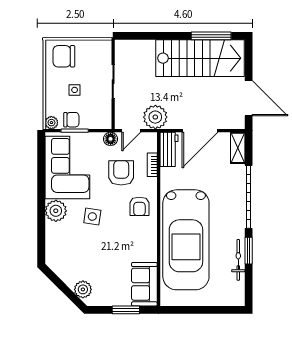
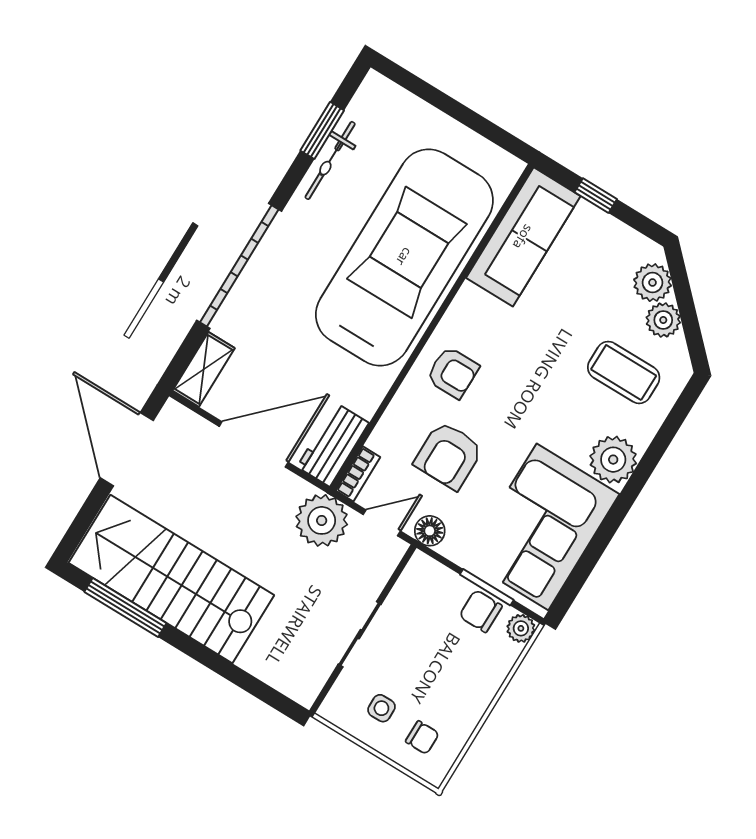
chair: (64, 56) -> (422, 738), width x0.54, depth x0.54
side table: (75, 90) -> (381, 708), moved
bookcase: (152, 165) -> (358, 474), moved
armchair: (139, 206) -> (453, 373), turned 90
side table: (92, 217) -> (552, 407), removed
coffee table: (73, 247) -> (624, 372), added
window: (249, 251) -> (322, 130), moved
plant: (70, 277) -> (663, 320), added
sofa: (144, 284) -> (523, 237), width x1.36
window: (126, 310) -> (596, 196), width x0.67

